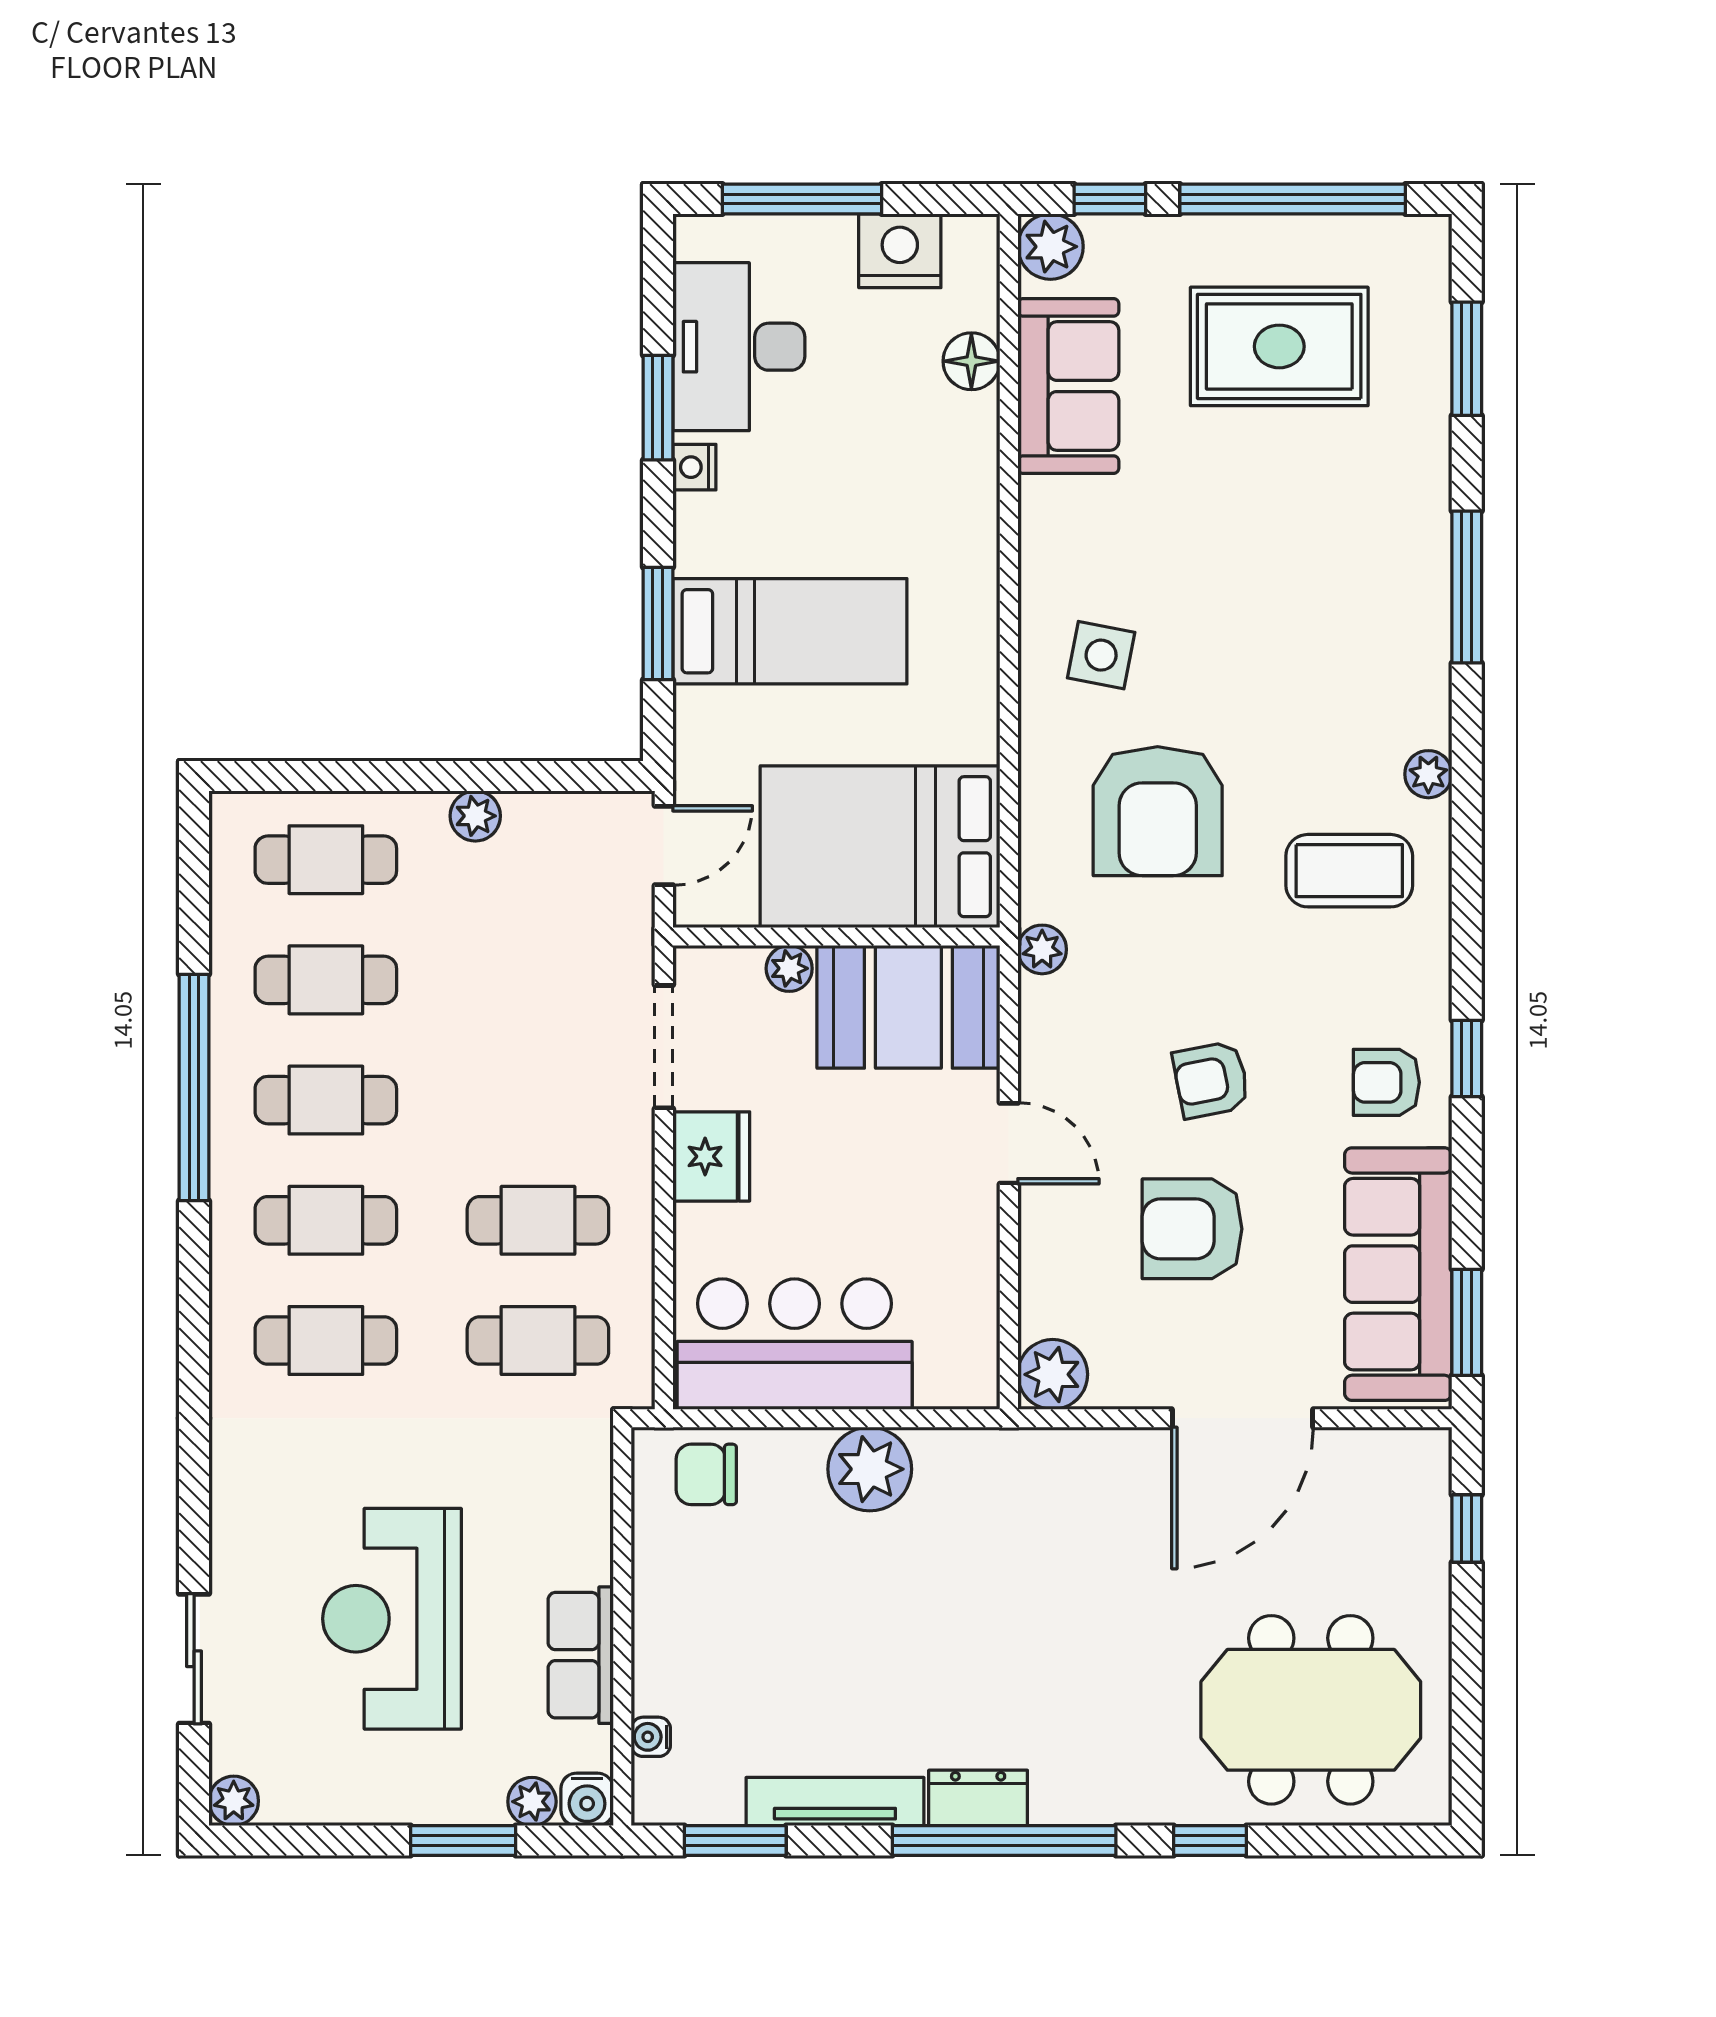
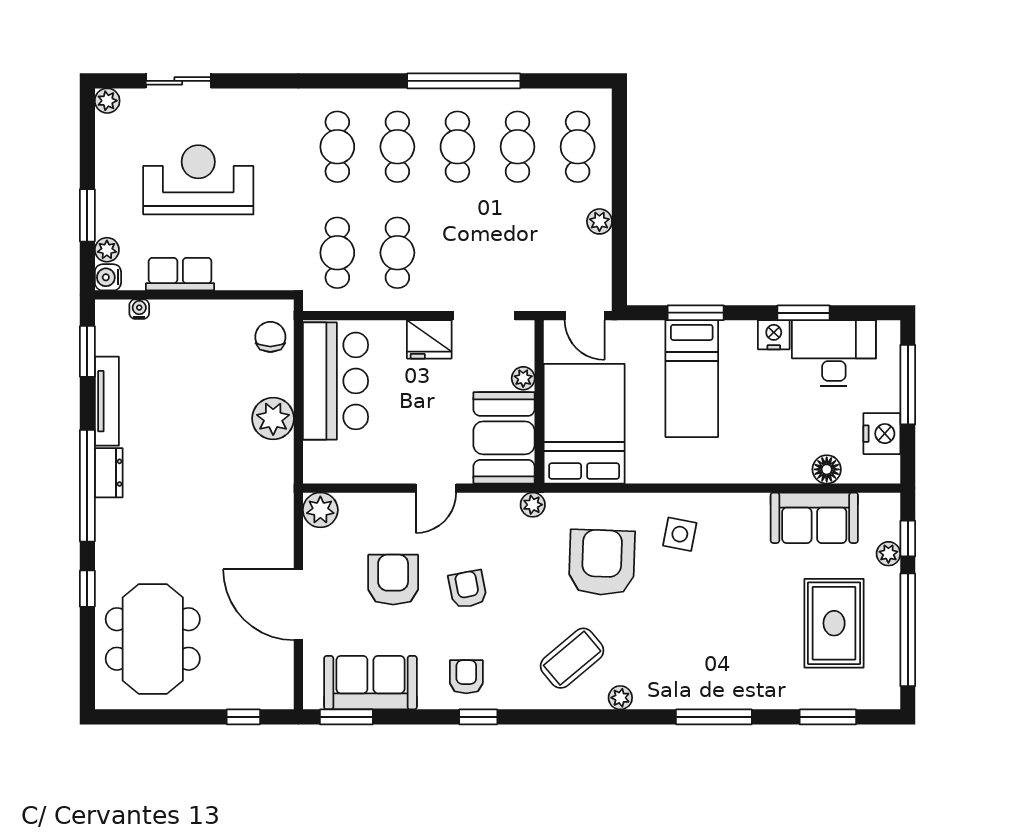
plant: (1050, 247) -> (888, 554), moved, width x0.73, depth x0.73
nightstand: (694, 467) -> (774, 335), width x1.39, depth x1.35
armchair: (1158, 811) -> (602, 562), turned 92
coffee table: (1349, 871) -> (572, 658), turned 50
sofa: (1398, 1274) -> (370, 683), width x0.73

